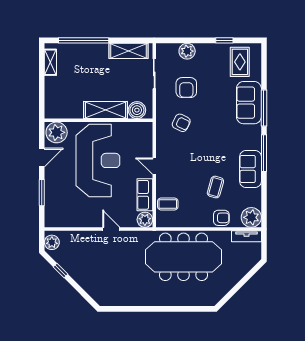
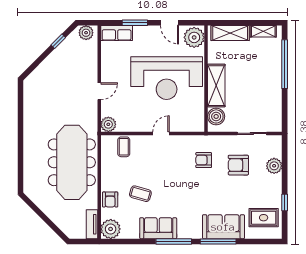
shelving: (128, 51) -> (230, 33), moved, turned 90
armchair: (181, 123) -> (204, 160), turned 64
row of seats: (145, 195) -> (117, 33), moved, turned 180

